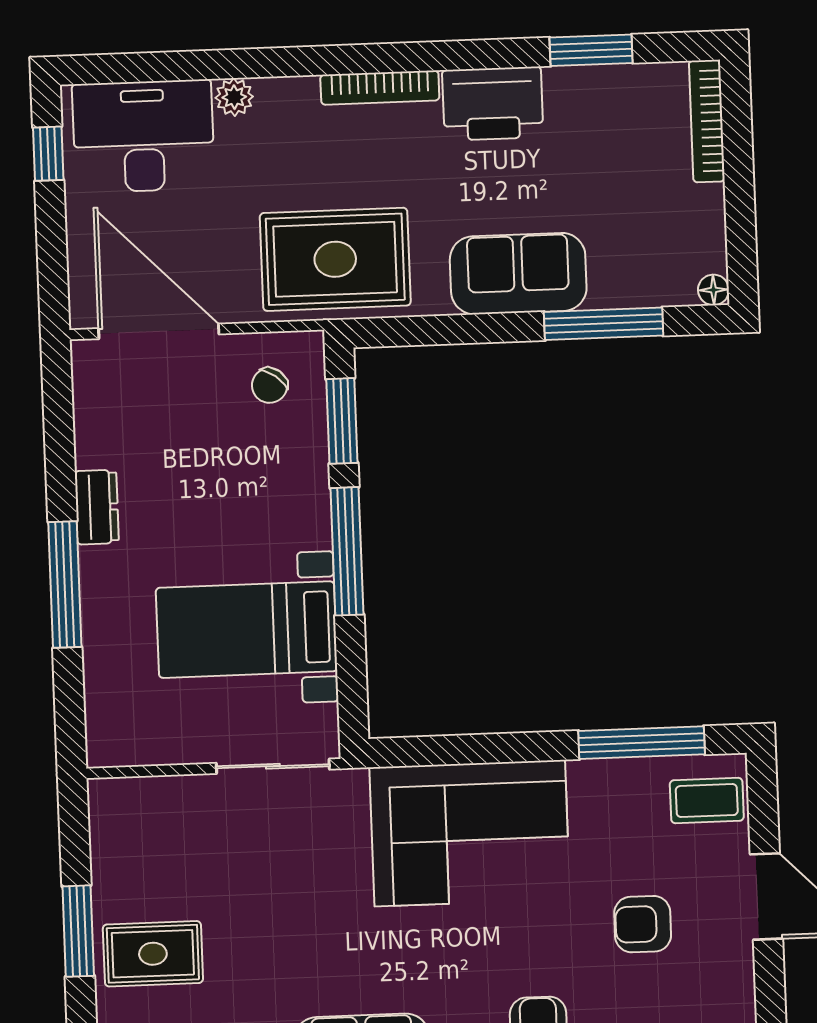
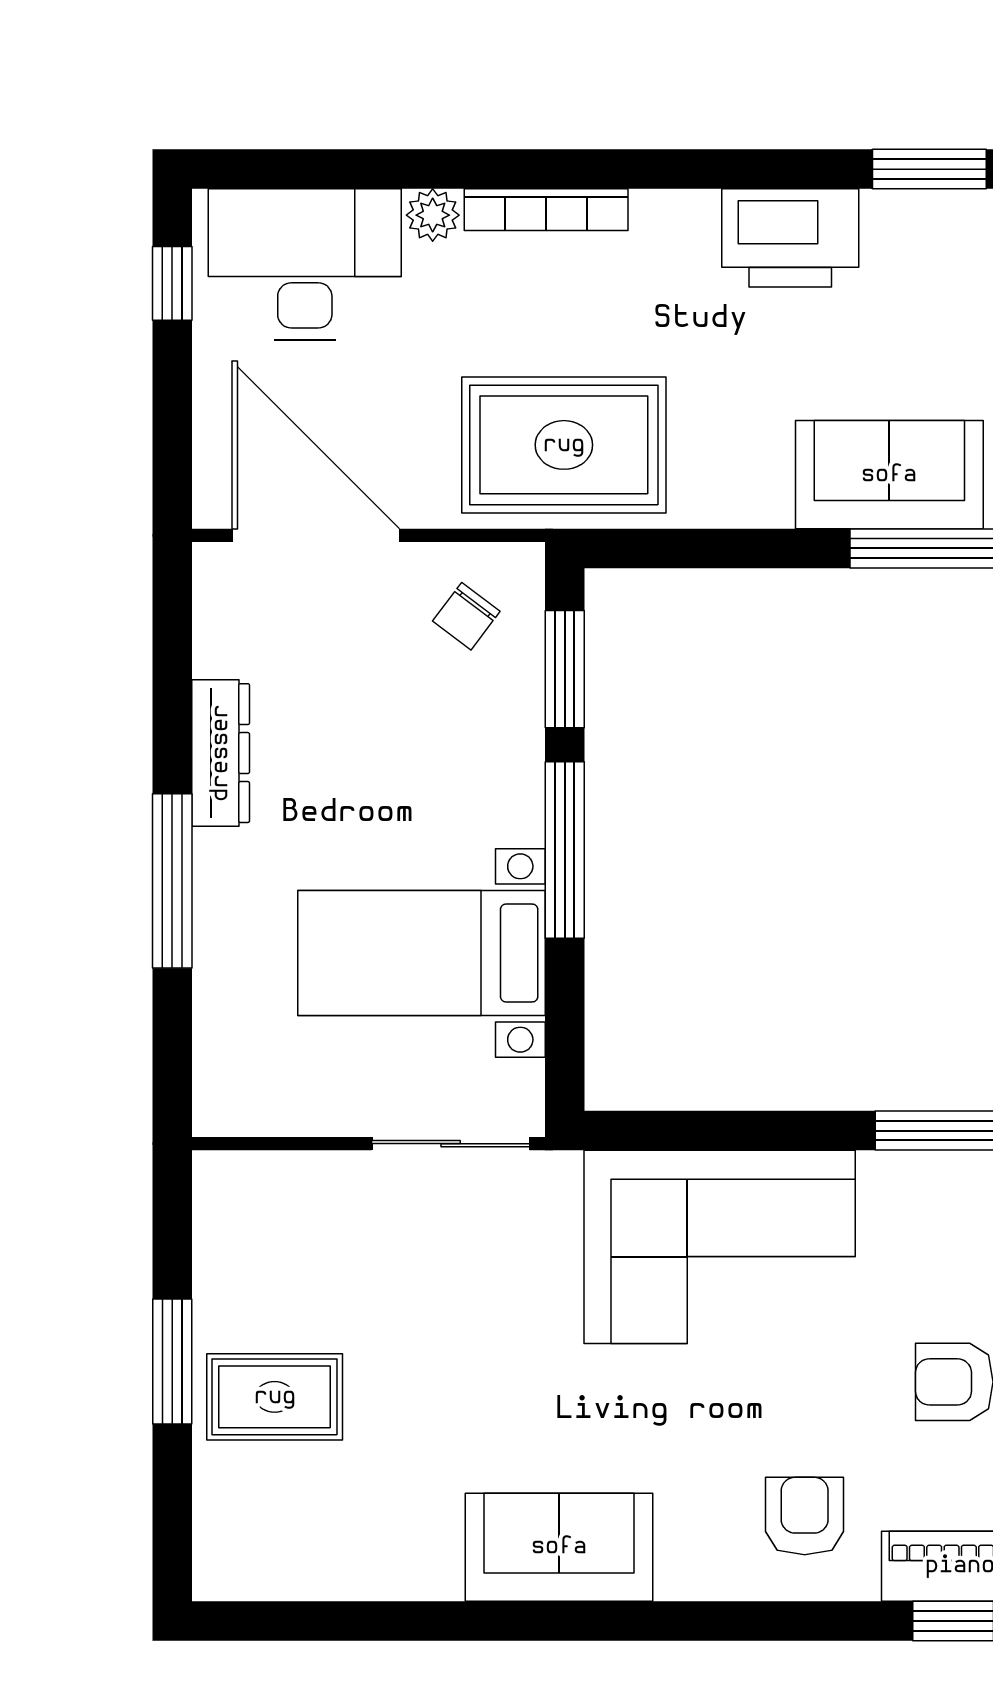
bookcase: (380, 88) -> (546, 210), moved
sofa: (518, 274) -> (889, 475), moved
dresser: (97, 507) -> (221, 753), width x1.44

